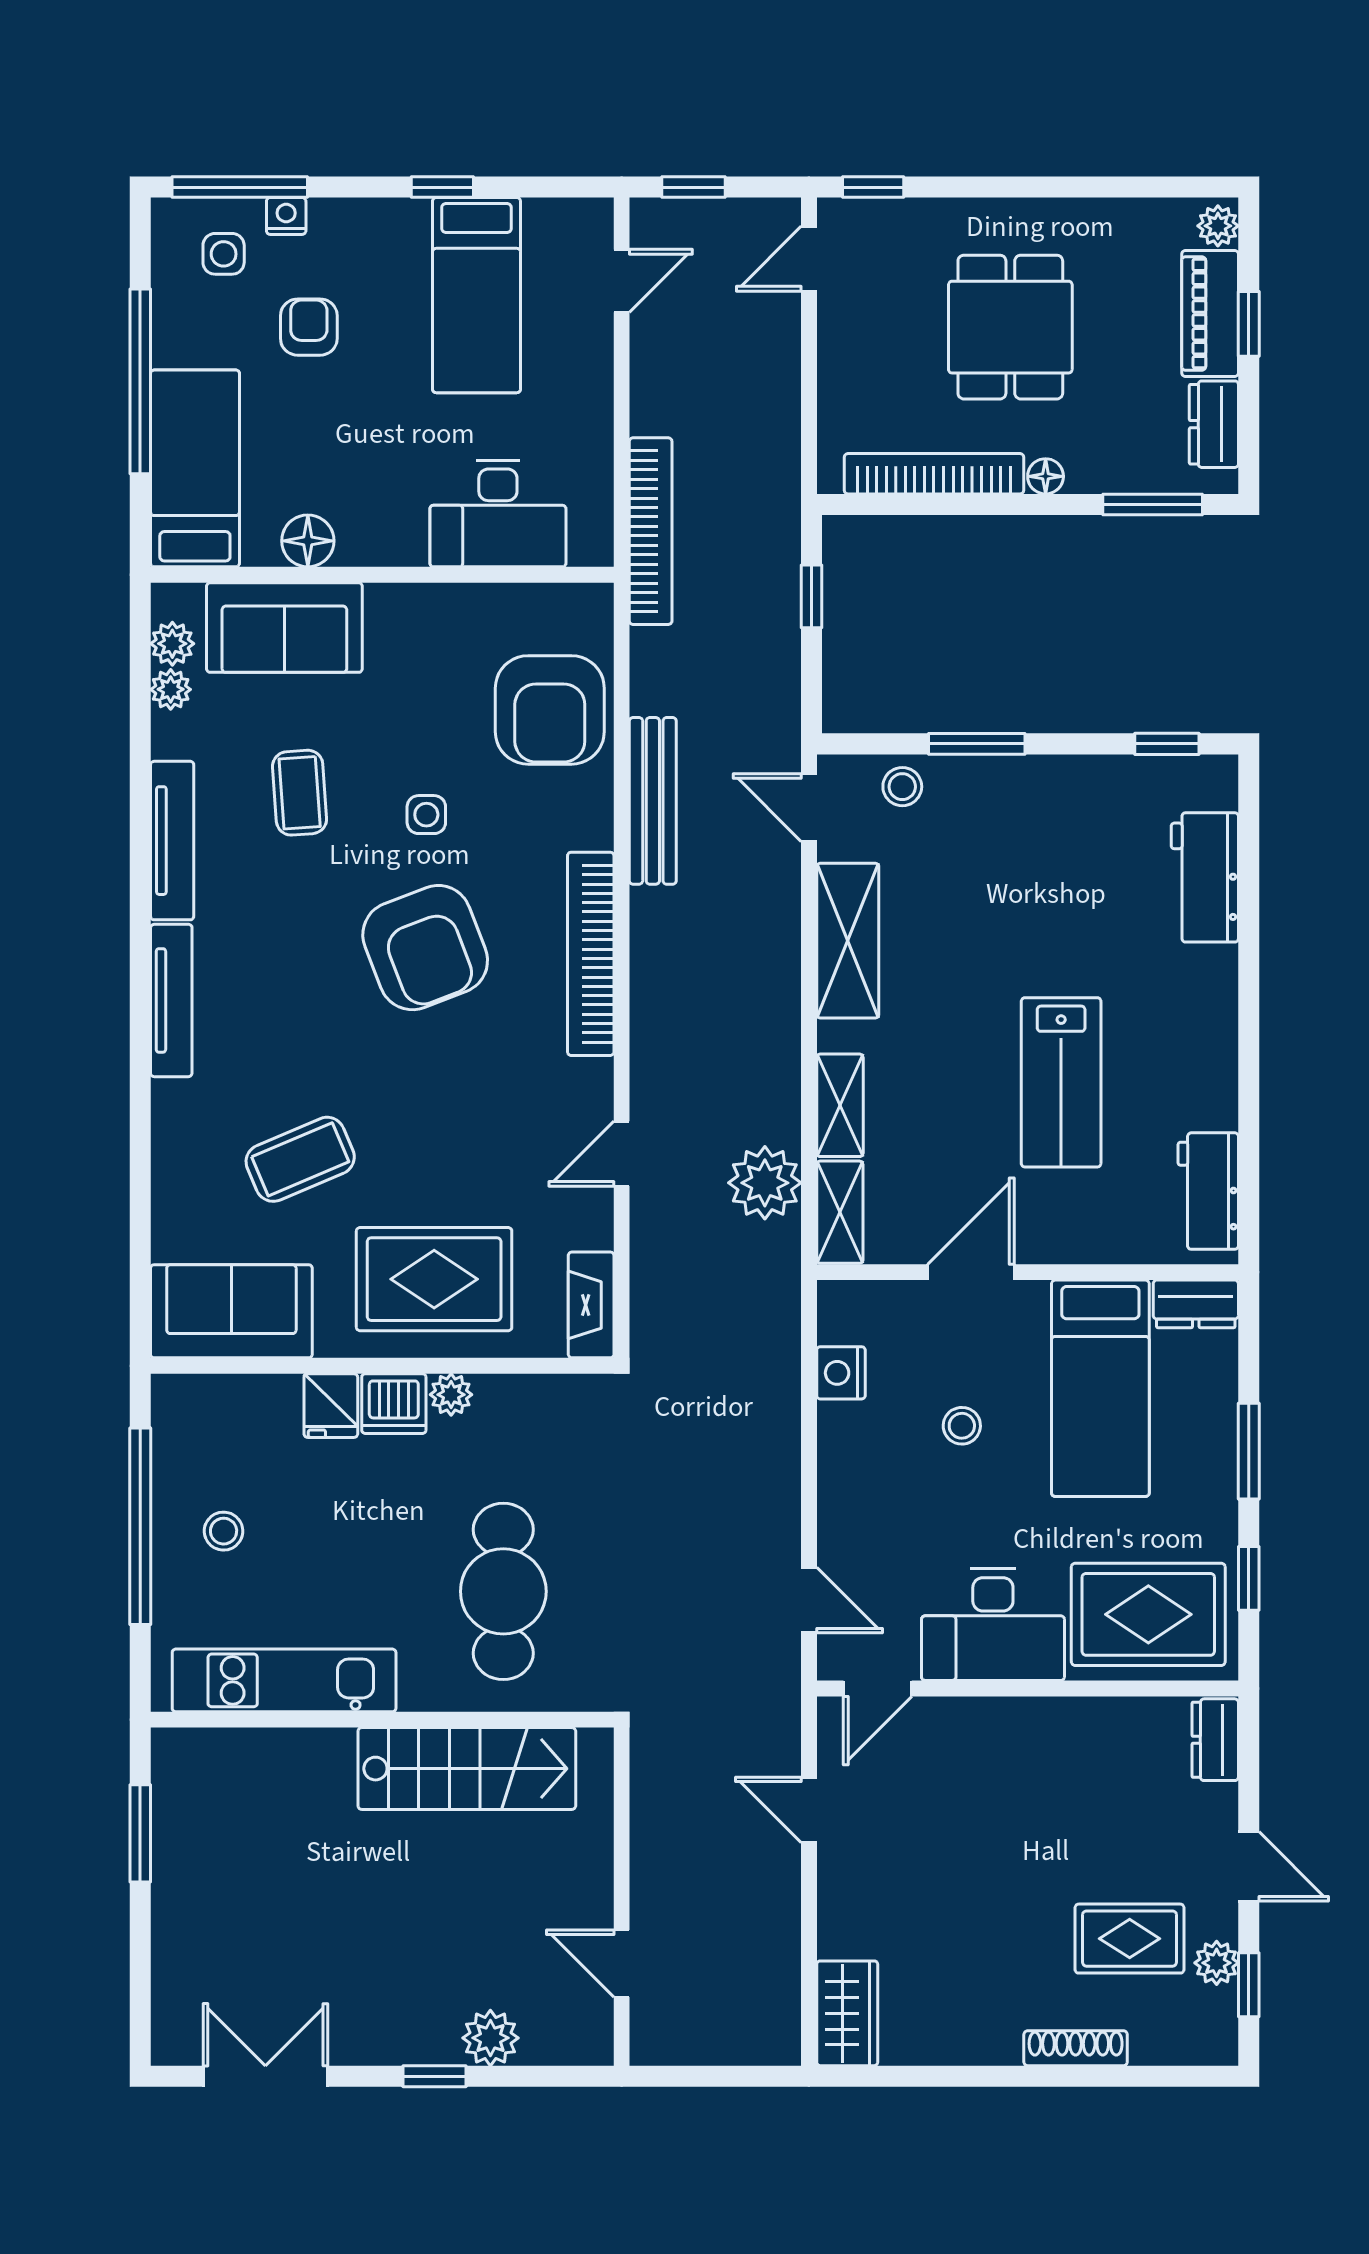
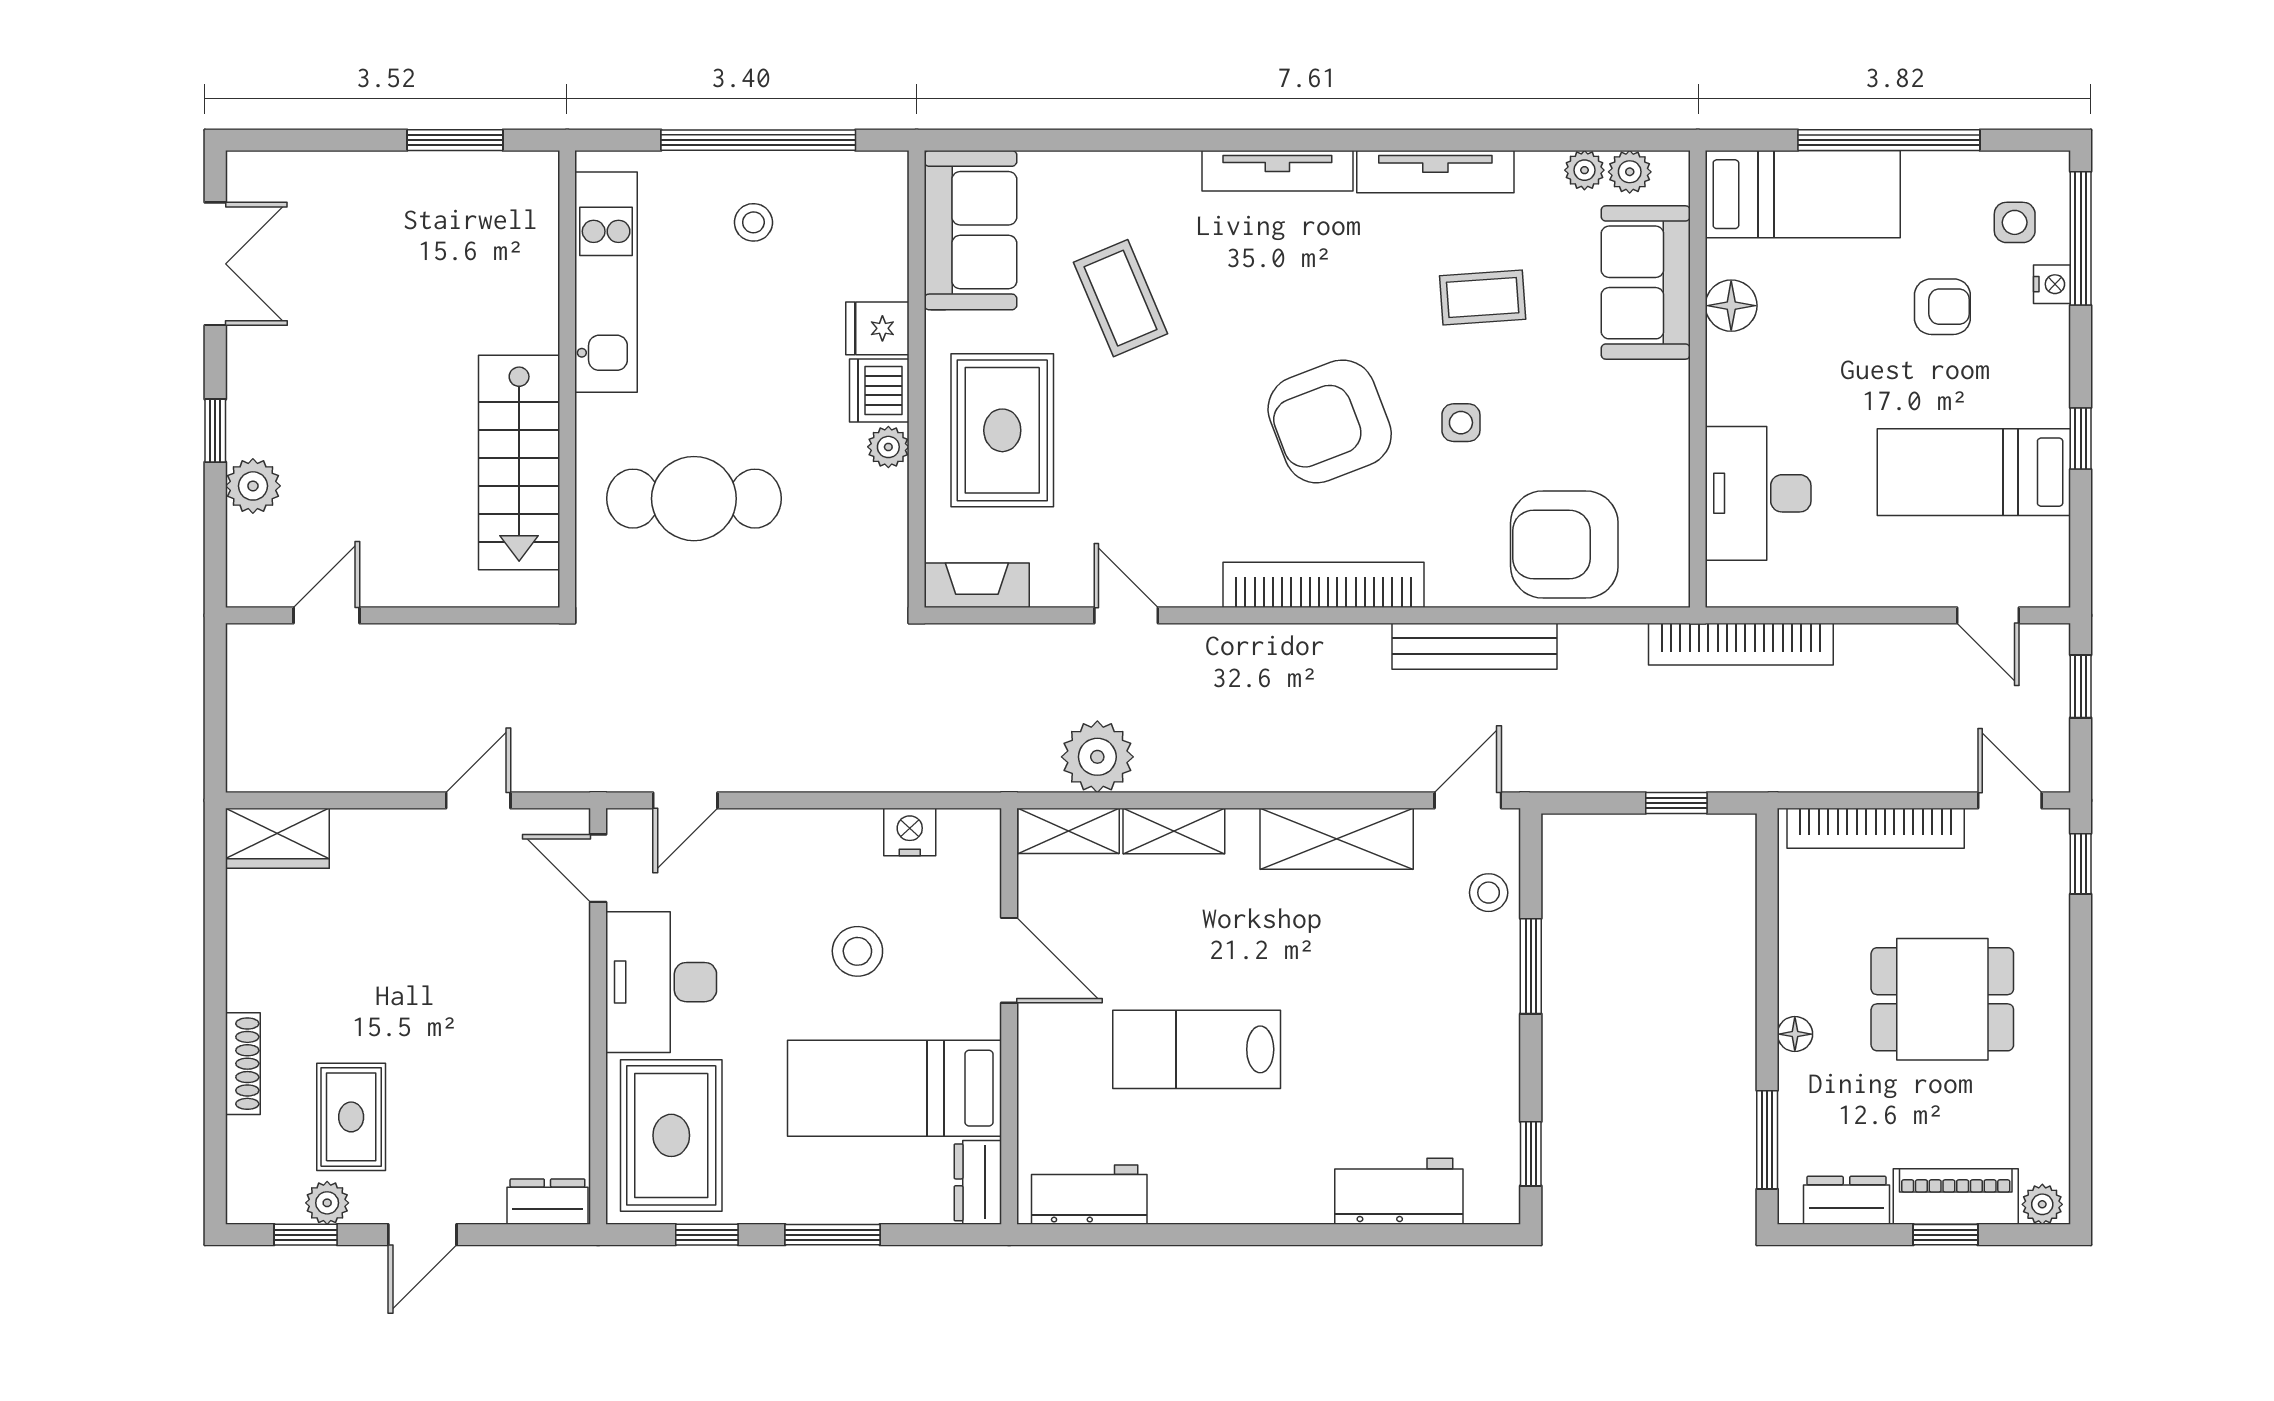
bookcase: (934, 474) -> (1876, 828), moved, turned 90
stool: (962, 1426) -> (857, 951), width x1.37, depth x1.37

